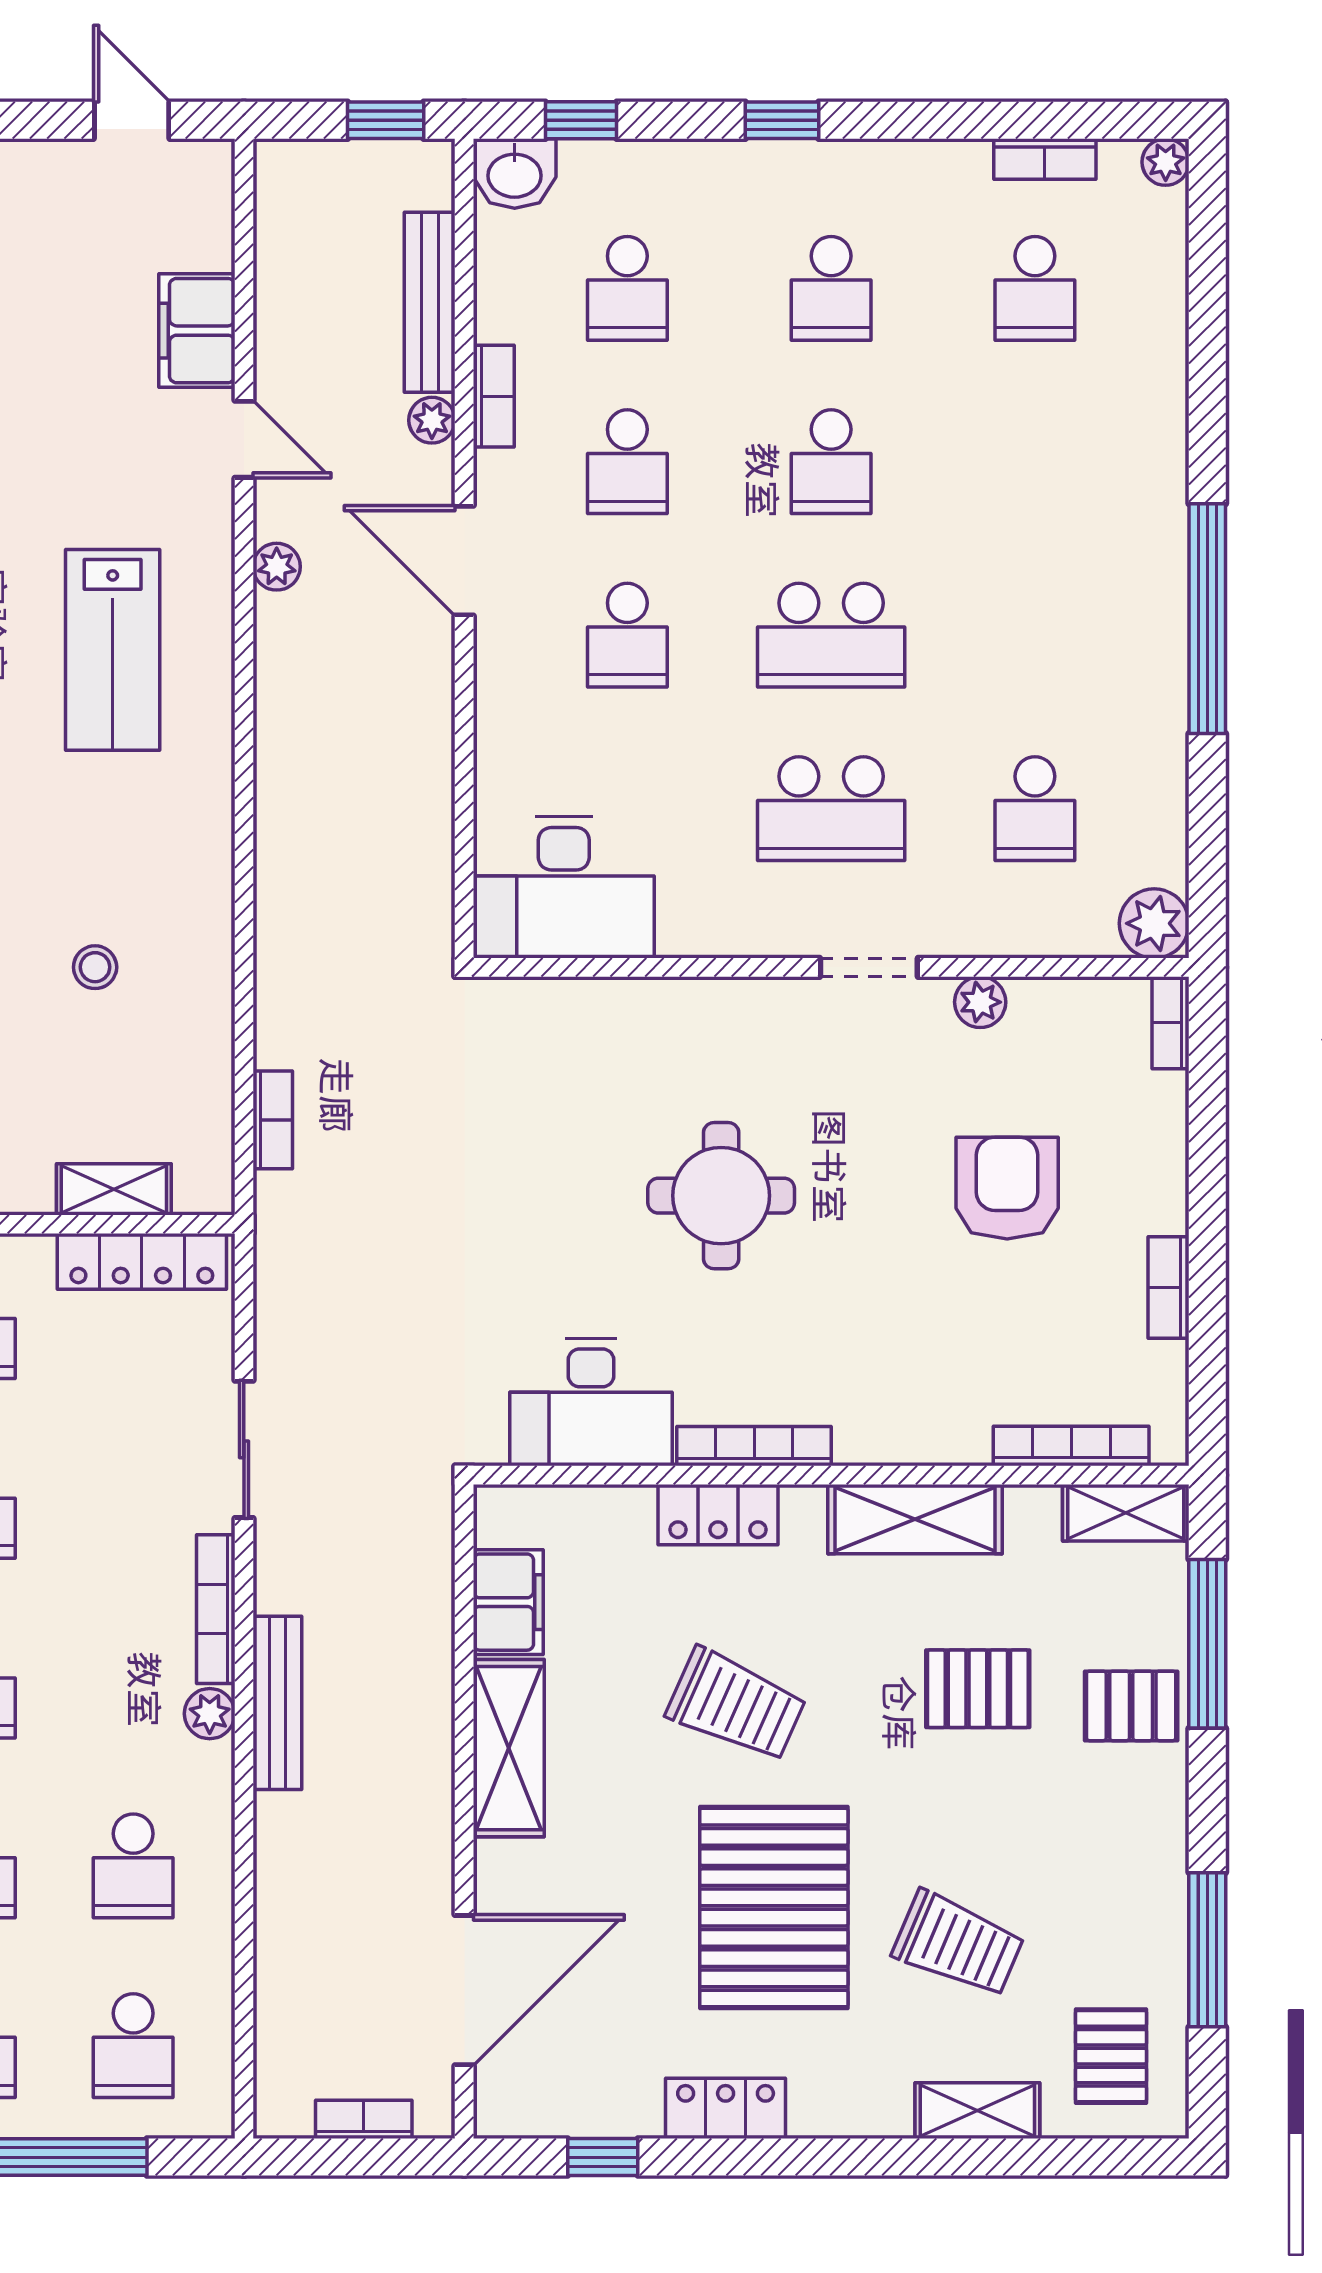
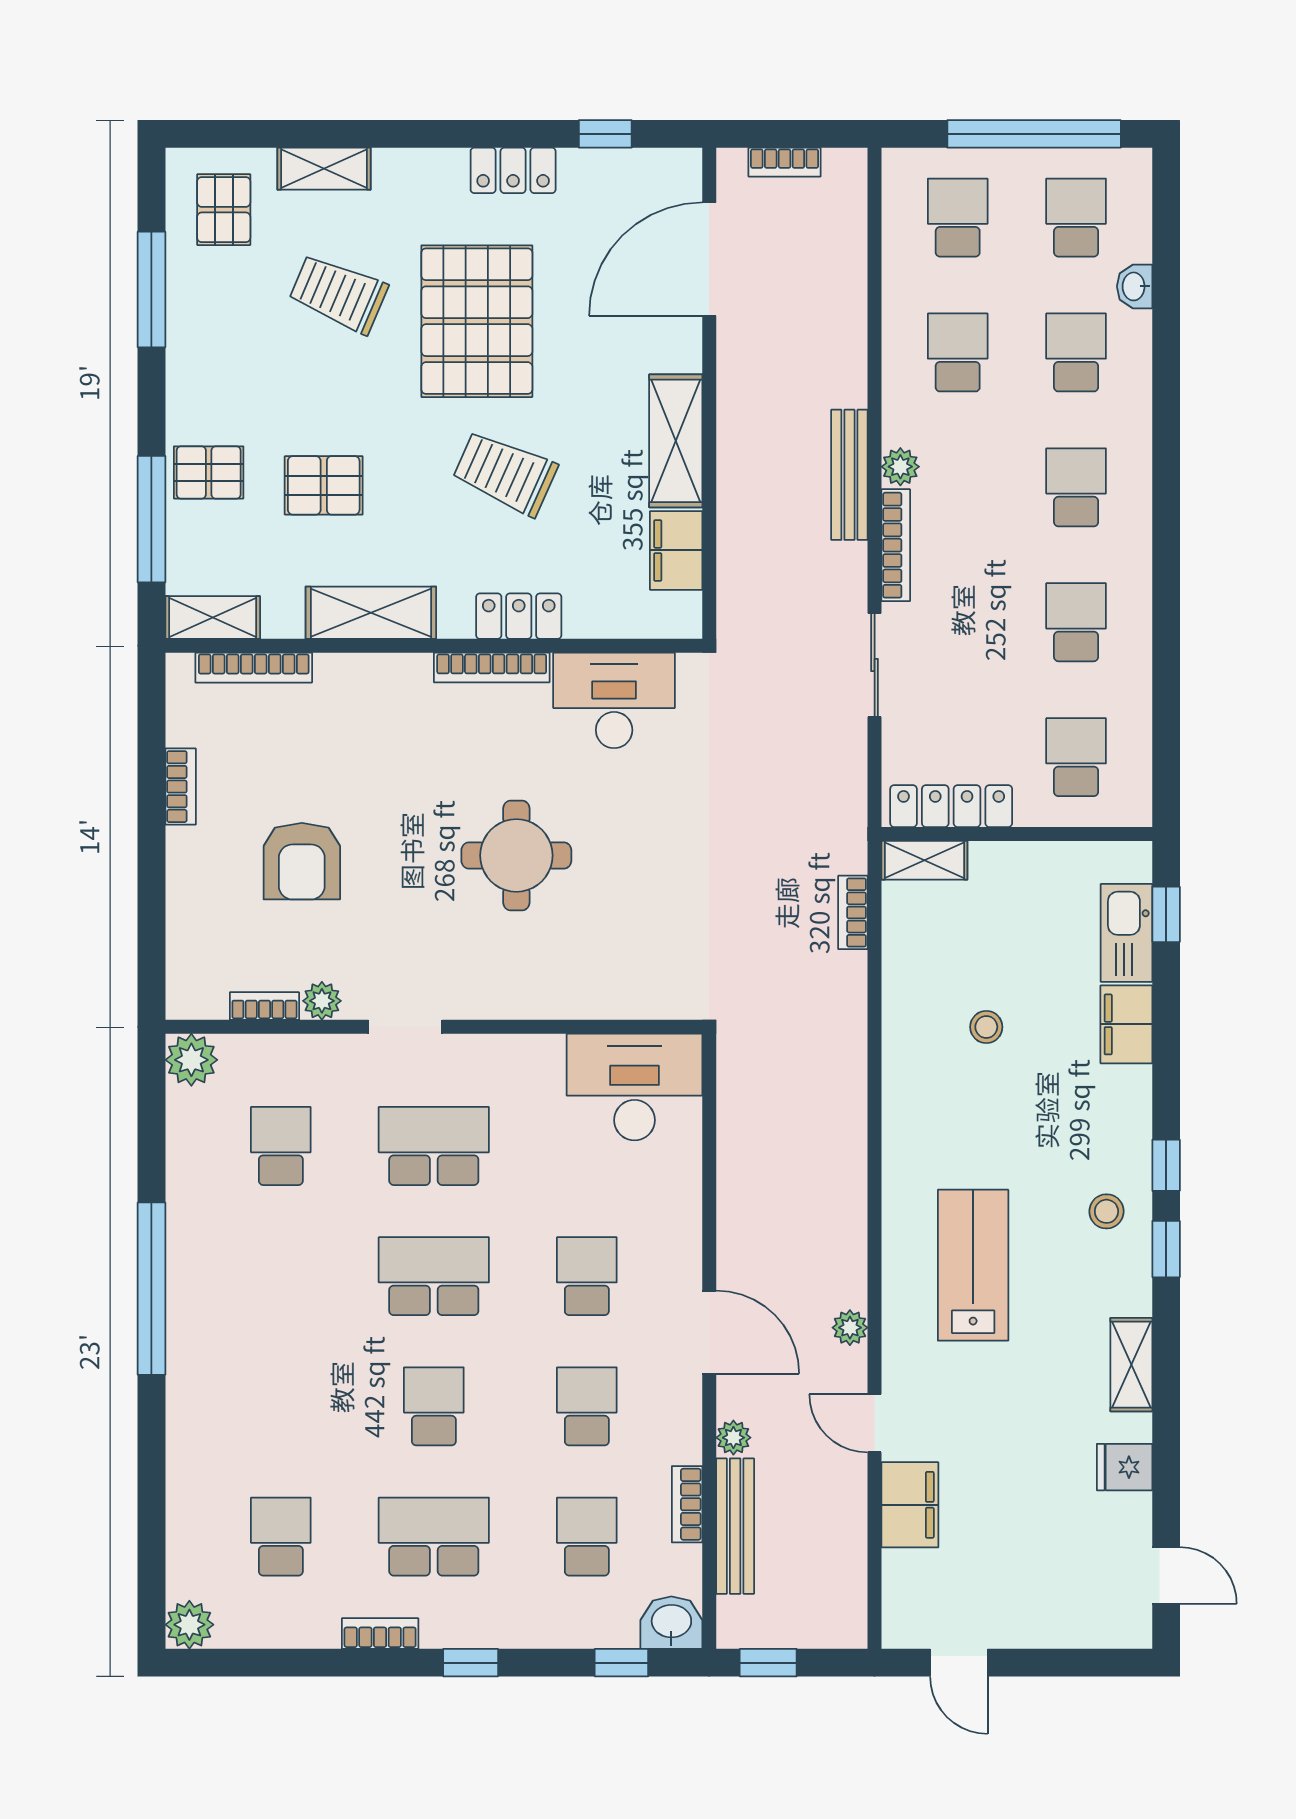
bookcase: (1045, 159) -> (380, 1634), moved
plant: (1166, 162) -> (189, 1625), width x1.38, depth x1.38
school desk: (831, 288) -> (434, 1537), width x1.85
bookcase: (494, 396) -> (687, 1504), moved
bookcase: (1170, 1023) -> (264, 1006), moved, turned -90
shelving: (114, 1189) -> (924, 860), moved

